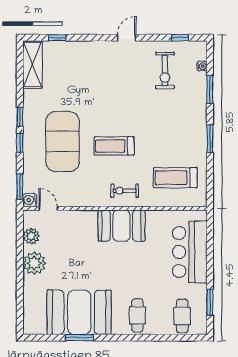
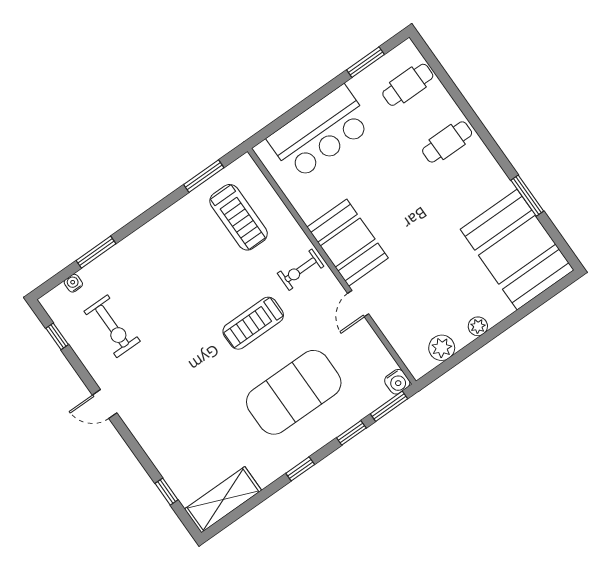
exercise bike: (165, 71) -> (112, 326), turned 90
window: (210, 139) -> (204, 176), moved
window: (20, 143) -> (351, 433), moved
treadmill: (114, 146) -> (253, 323), turned 90
exercise bike: (125, 191) -> (301, 270), turned 90
door: (48, 208) -> (358, 304), moved
plant: (34, 263) -> (478, 326), width x0.53, depth x0.53
booth: (79, 312) -> (517, 250), moved

